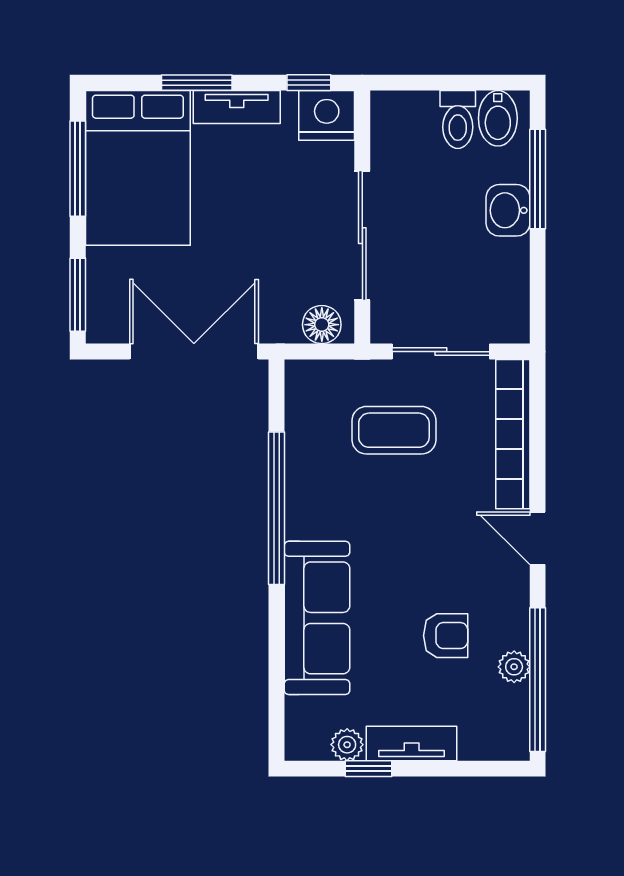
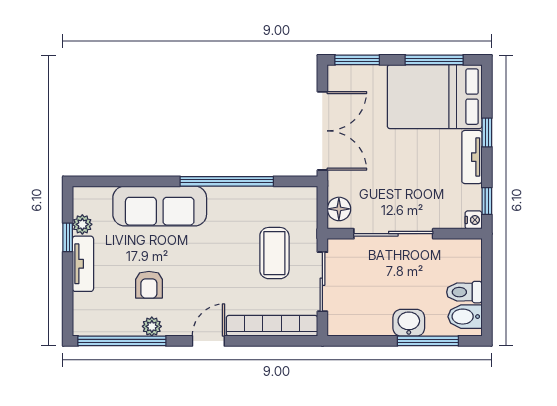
window: (197, 83) -> (487, 133), width x0.67
nightstand: (327, 115) -> (474, 220), width x0.53, depth x0.56
plant: (514, 667) -> (152, 326), moved

